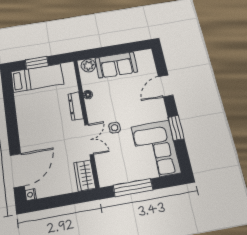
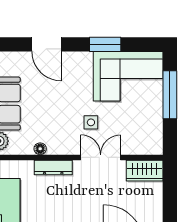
window: (133, 188) -> (170, 95), moved

